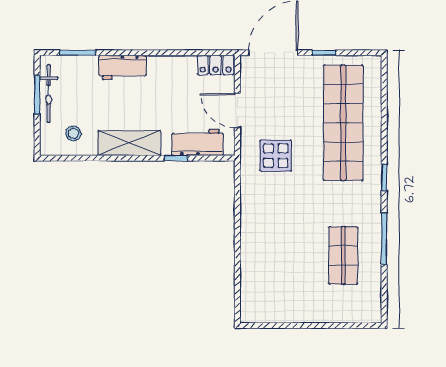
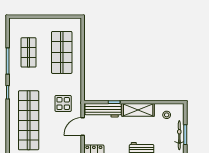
door: (237, 111) -> (83, 126), swing flipped
workbench: (198, 142) -> (103, 110), width x1.37
shop shelf: (278, 255) -> (62, 52), added

